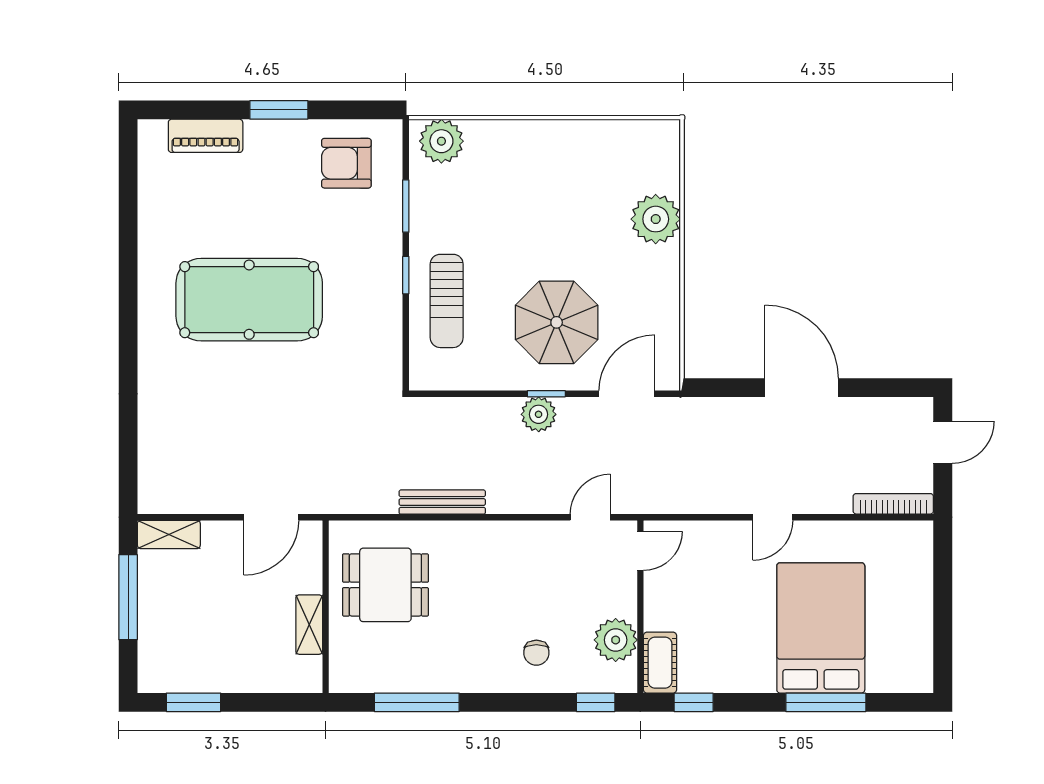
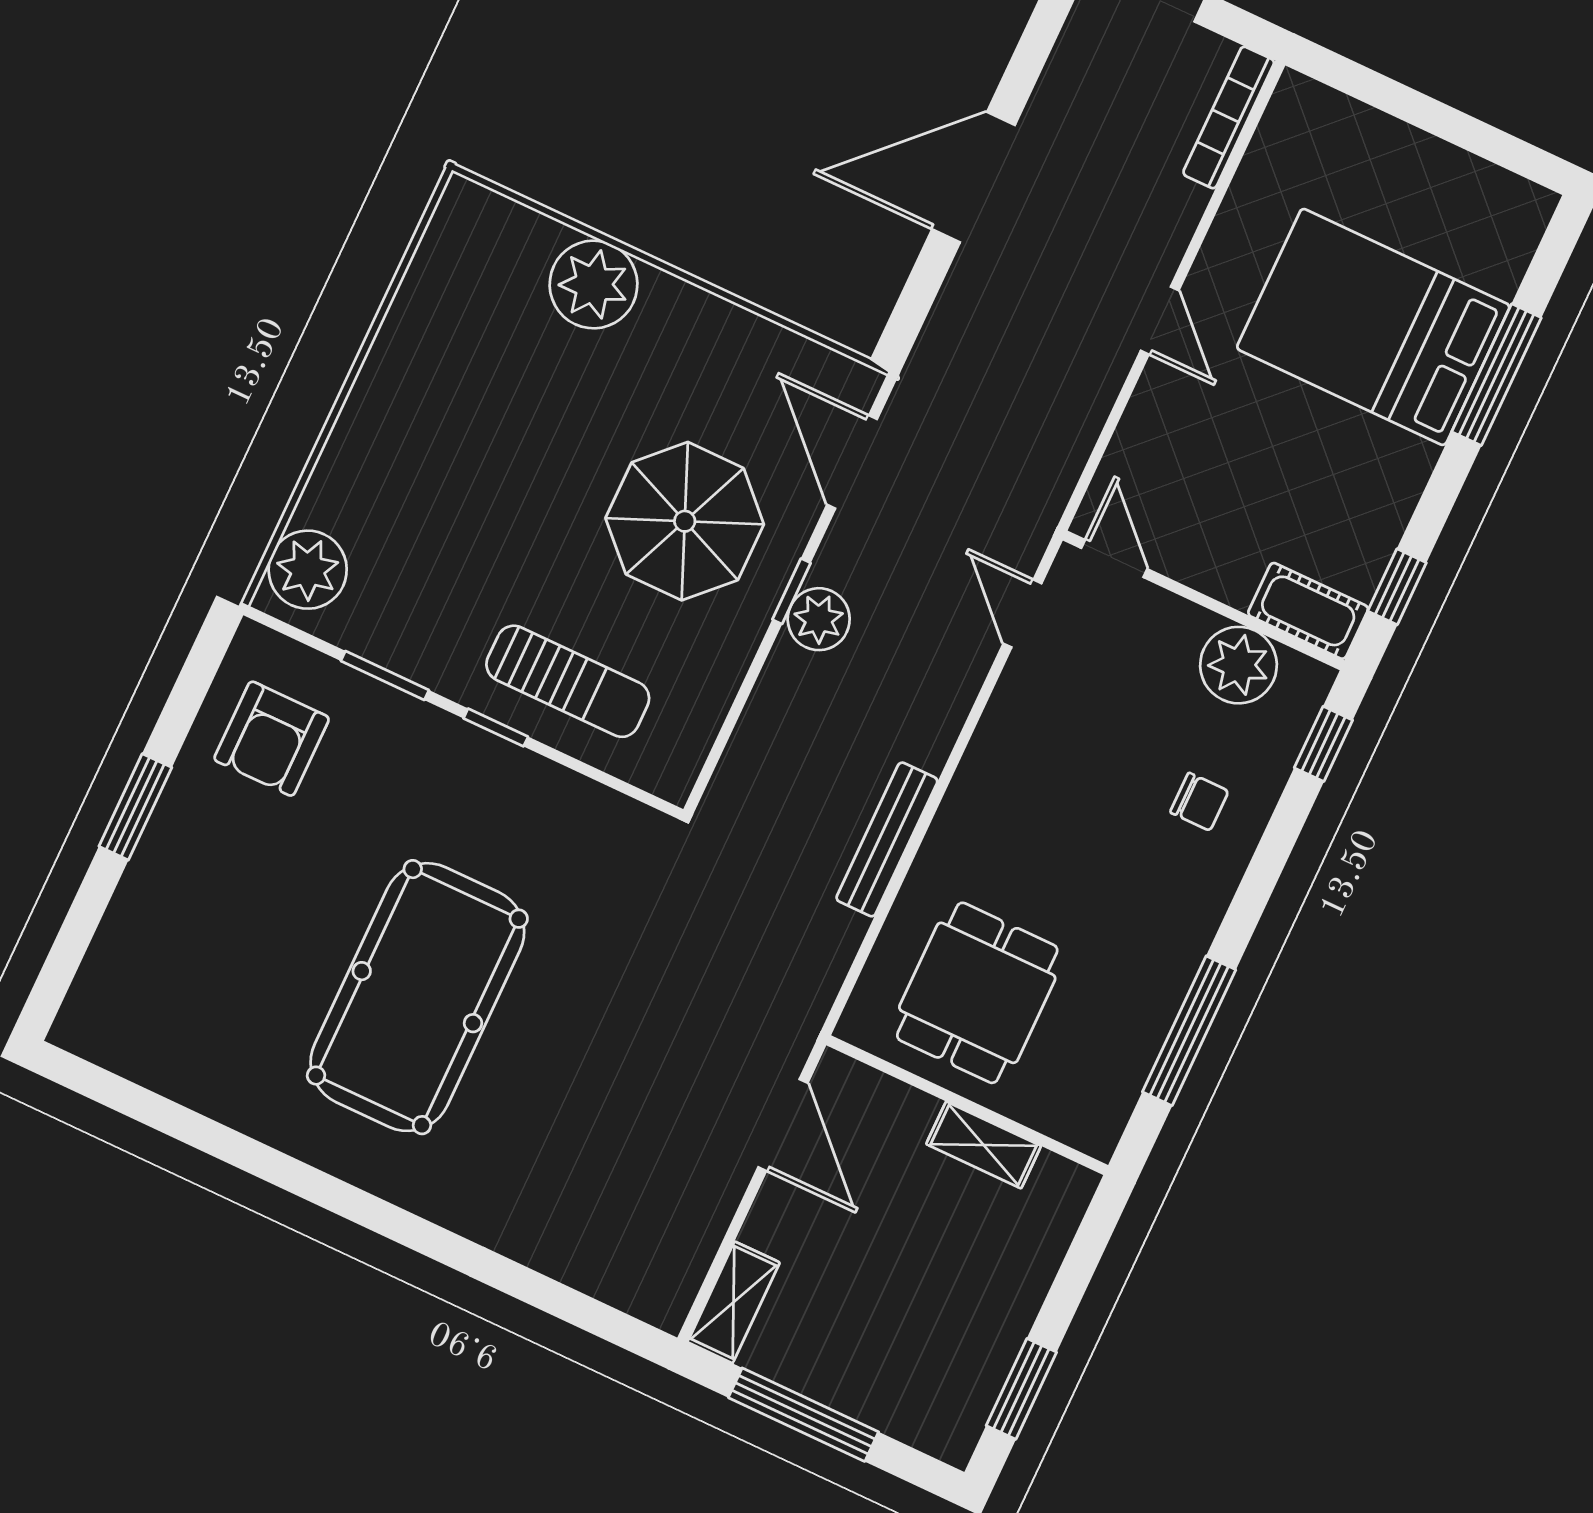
piano: (206, 136) -> (122, 944), removed

